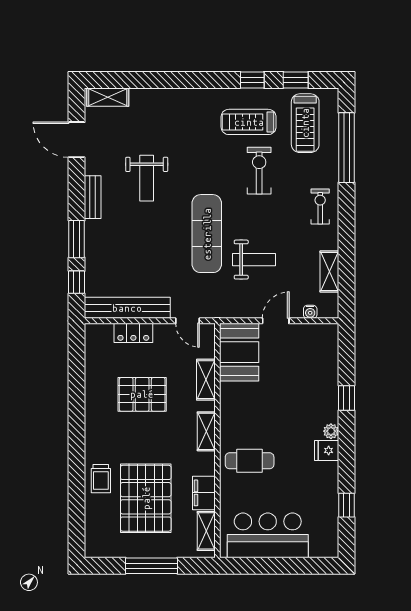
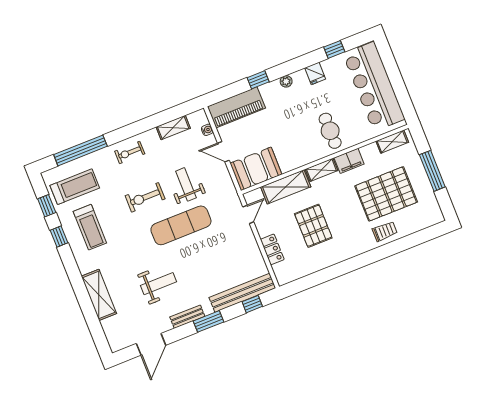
shelving: (108, 97) -> (99, 295), moved, width x1.50, depth x1.33
exercise bike: (259, 171) -> (145, 197), moved
window: (77, 239) -> (209, 321), moved
bench: (127, 308) -> (242, 293), moved, turned 90
piano: (323, 358) -> (236, 107), added
shelving: (206, 380) -> (286, 187), width x1.50, depth x1.33
fridge: (327, 450) -> (315, 73), moved
filing cabinet: (204, 493) -> (349, 161), moved
bar counter: (268, 535) -> (374, 86), width x1.36

